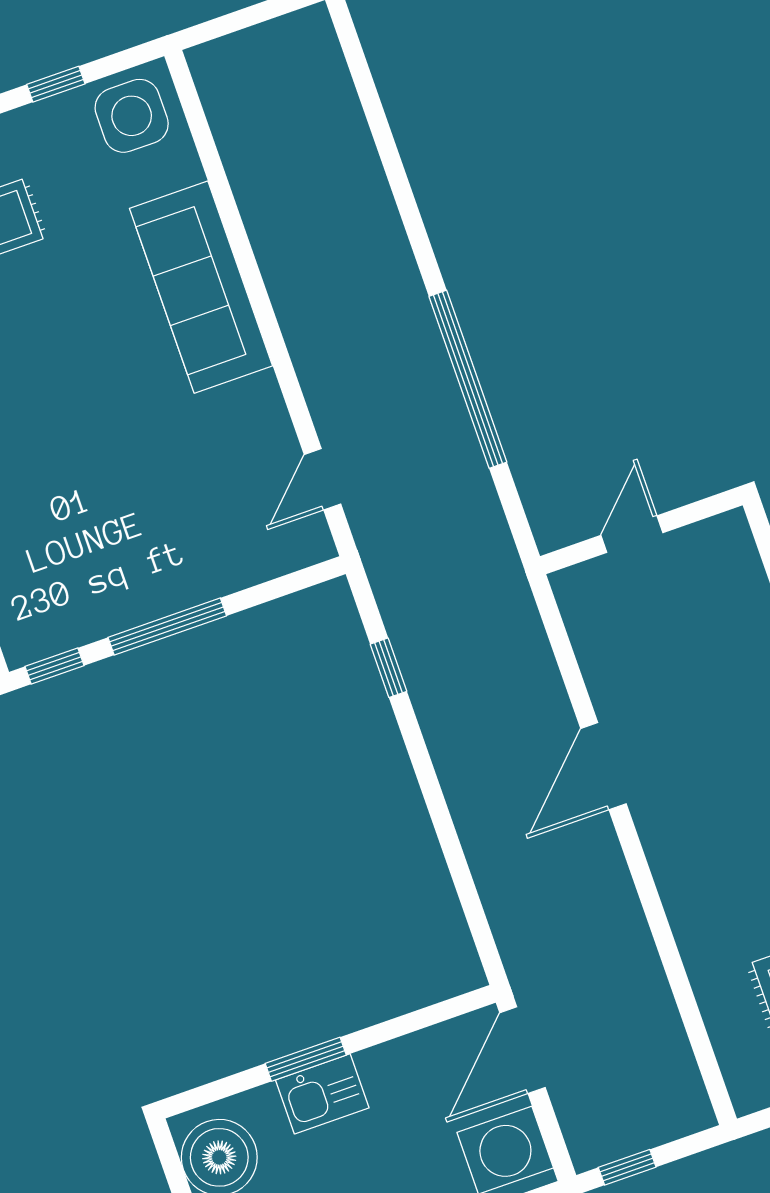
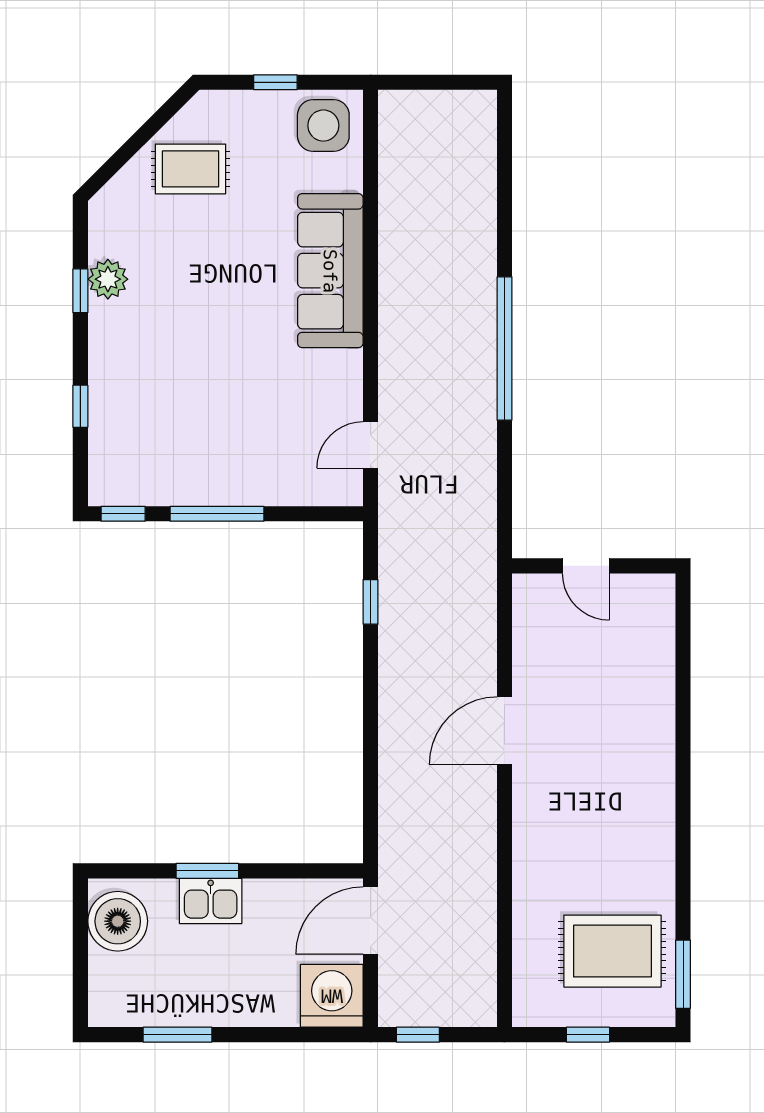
window: (468, 379) -> (504, 349), moved
door: (632, 534) -> (586, 566), swing flipped

